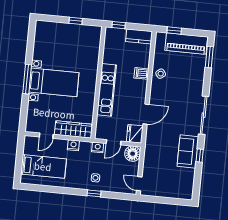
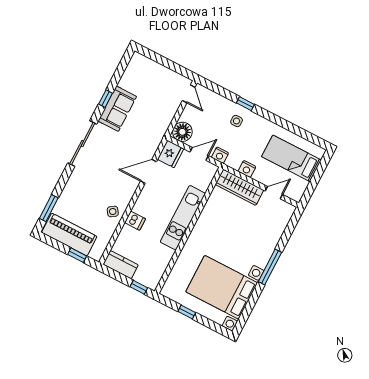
bed with nightstands: (54, 82) -> (222, 287), moved, width x1.36

